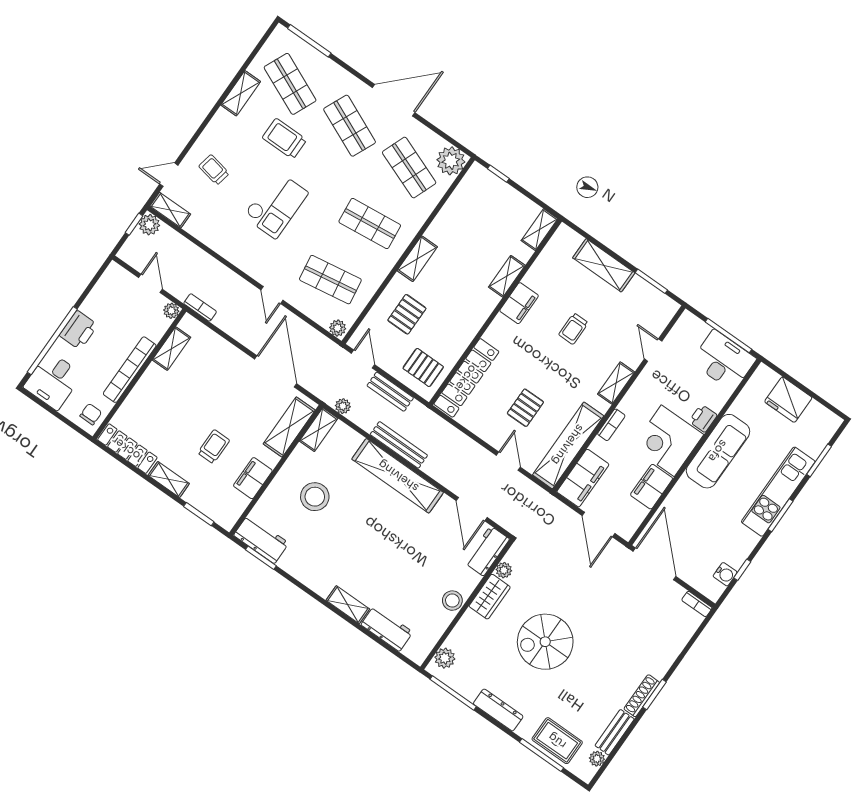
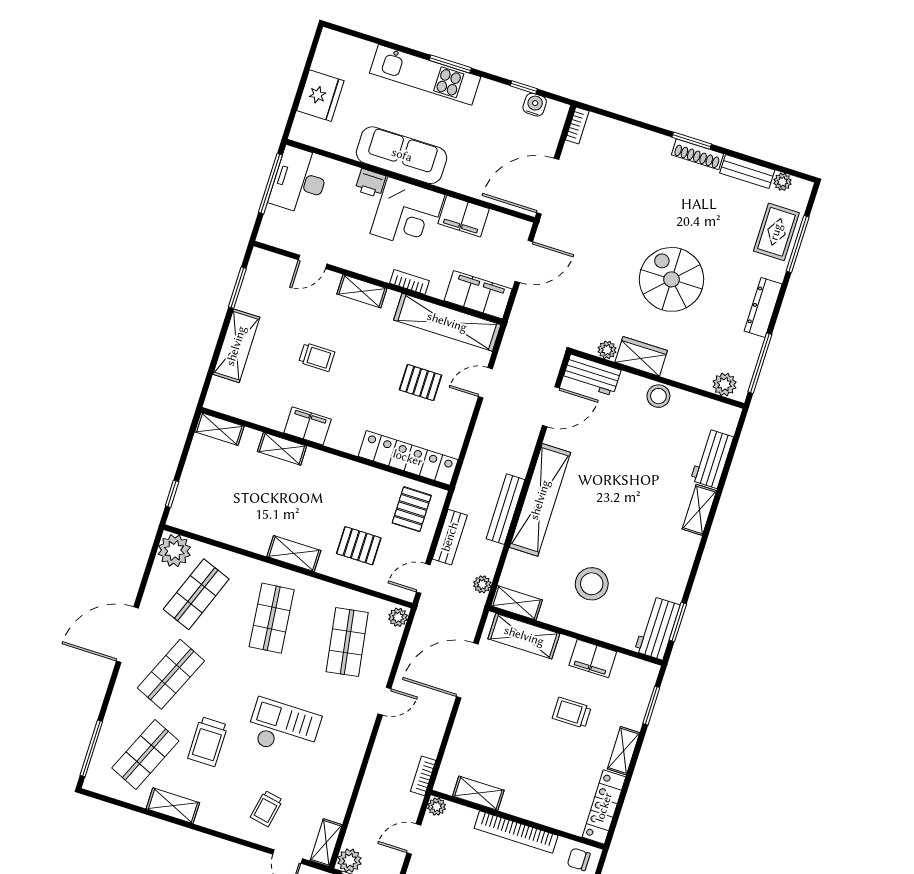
door: (394, 100) -> (127, 635), hinge flipped
window: (819, 460) -> (376, 41), removed
spiral stairs: (545, 642) -> (672, 279), turned 180

